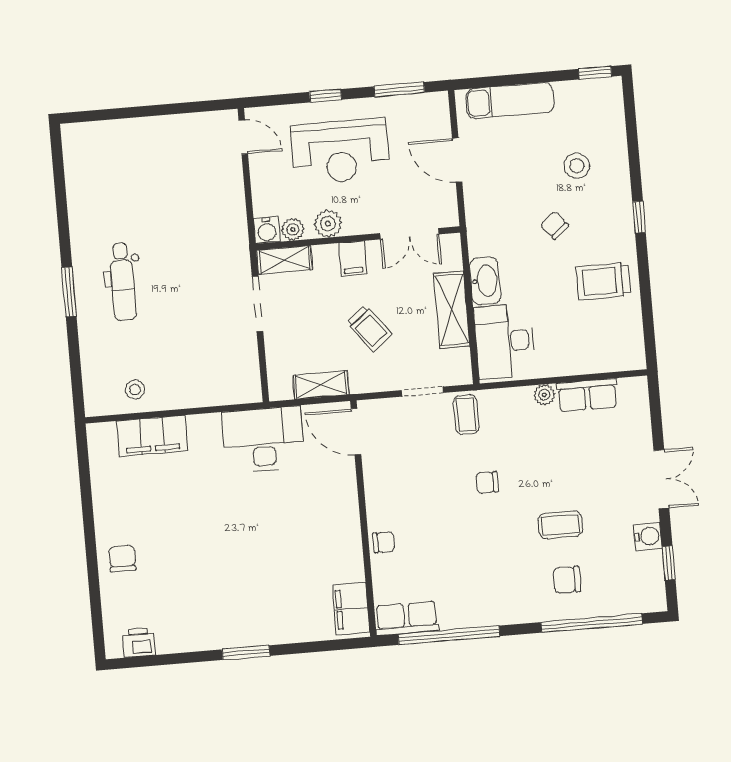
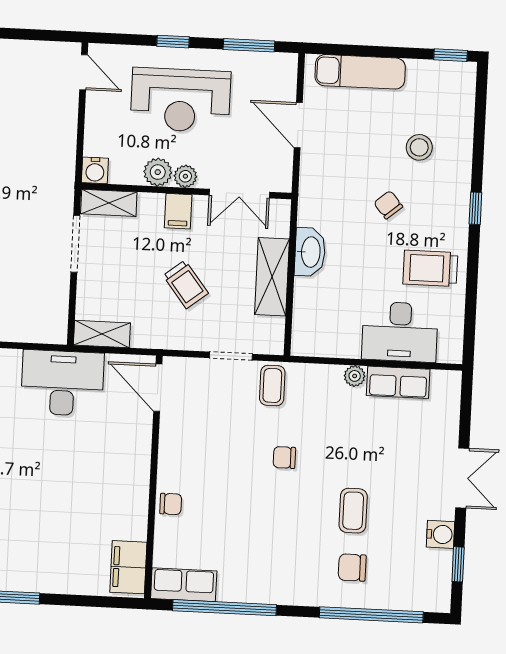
plant: (293, 229) -> (185, 176), moved
desk: (504, 341) -> (400, 332), moved, turned -90
shelving: (321, 385) -> (102, 334), moved
coffee table: (560, 525) -> (353, 511), turned 90

